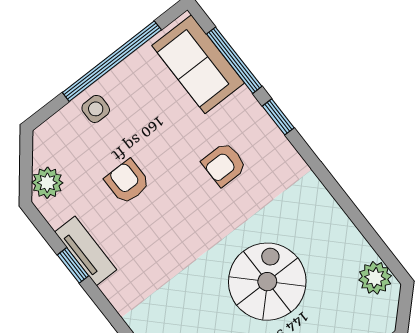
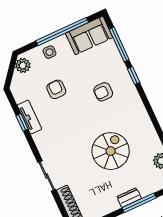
sofa: (198, 64) -> (89, 35), moved, turned -90
plant: (47, 183) -> (23, 65), moved

